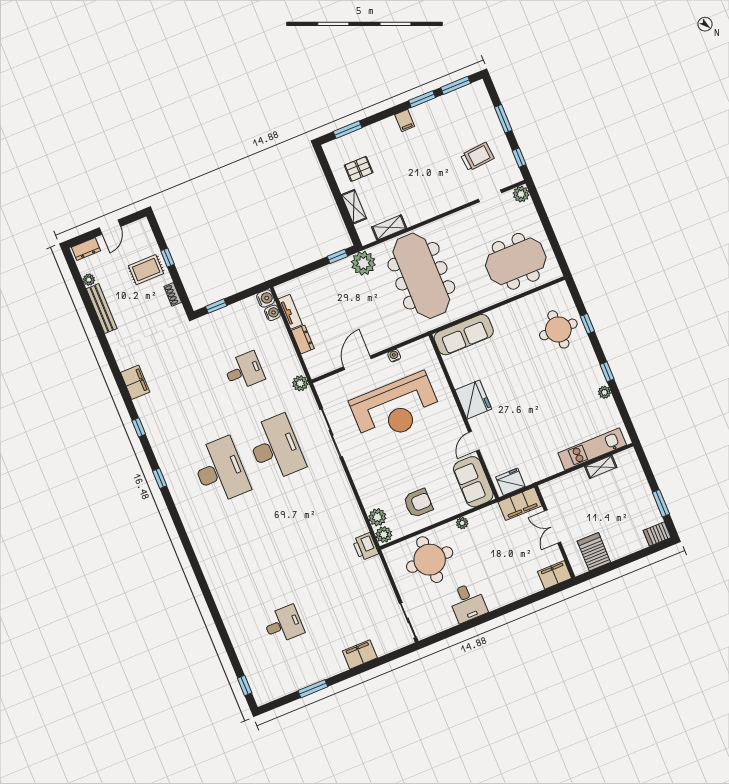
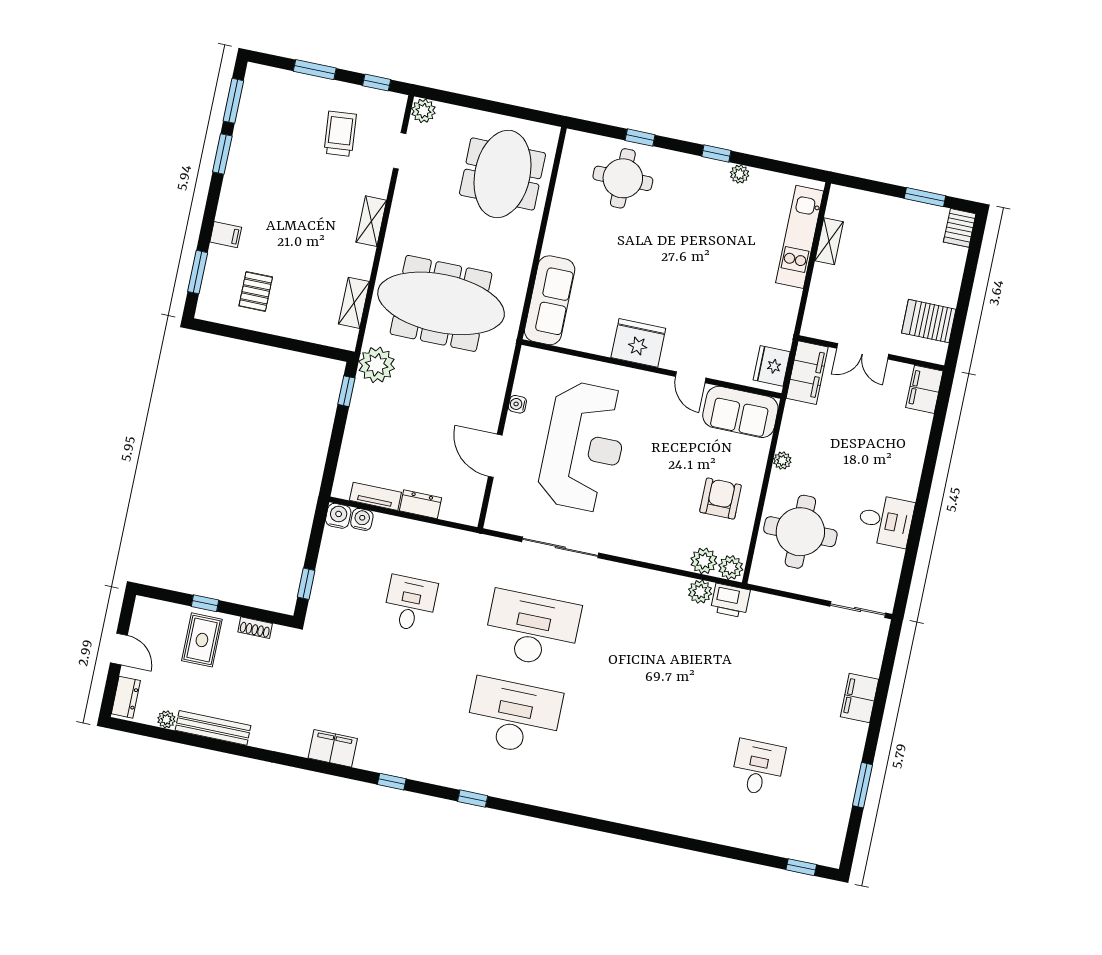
filing cabinet: (405, 121) -> (226, 235), moved
shelving: (354, 207) -> (371, 221), moved, turned 90
plant: (300, 383) -> (700, 592), moved

